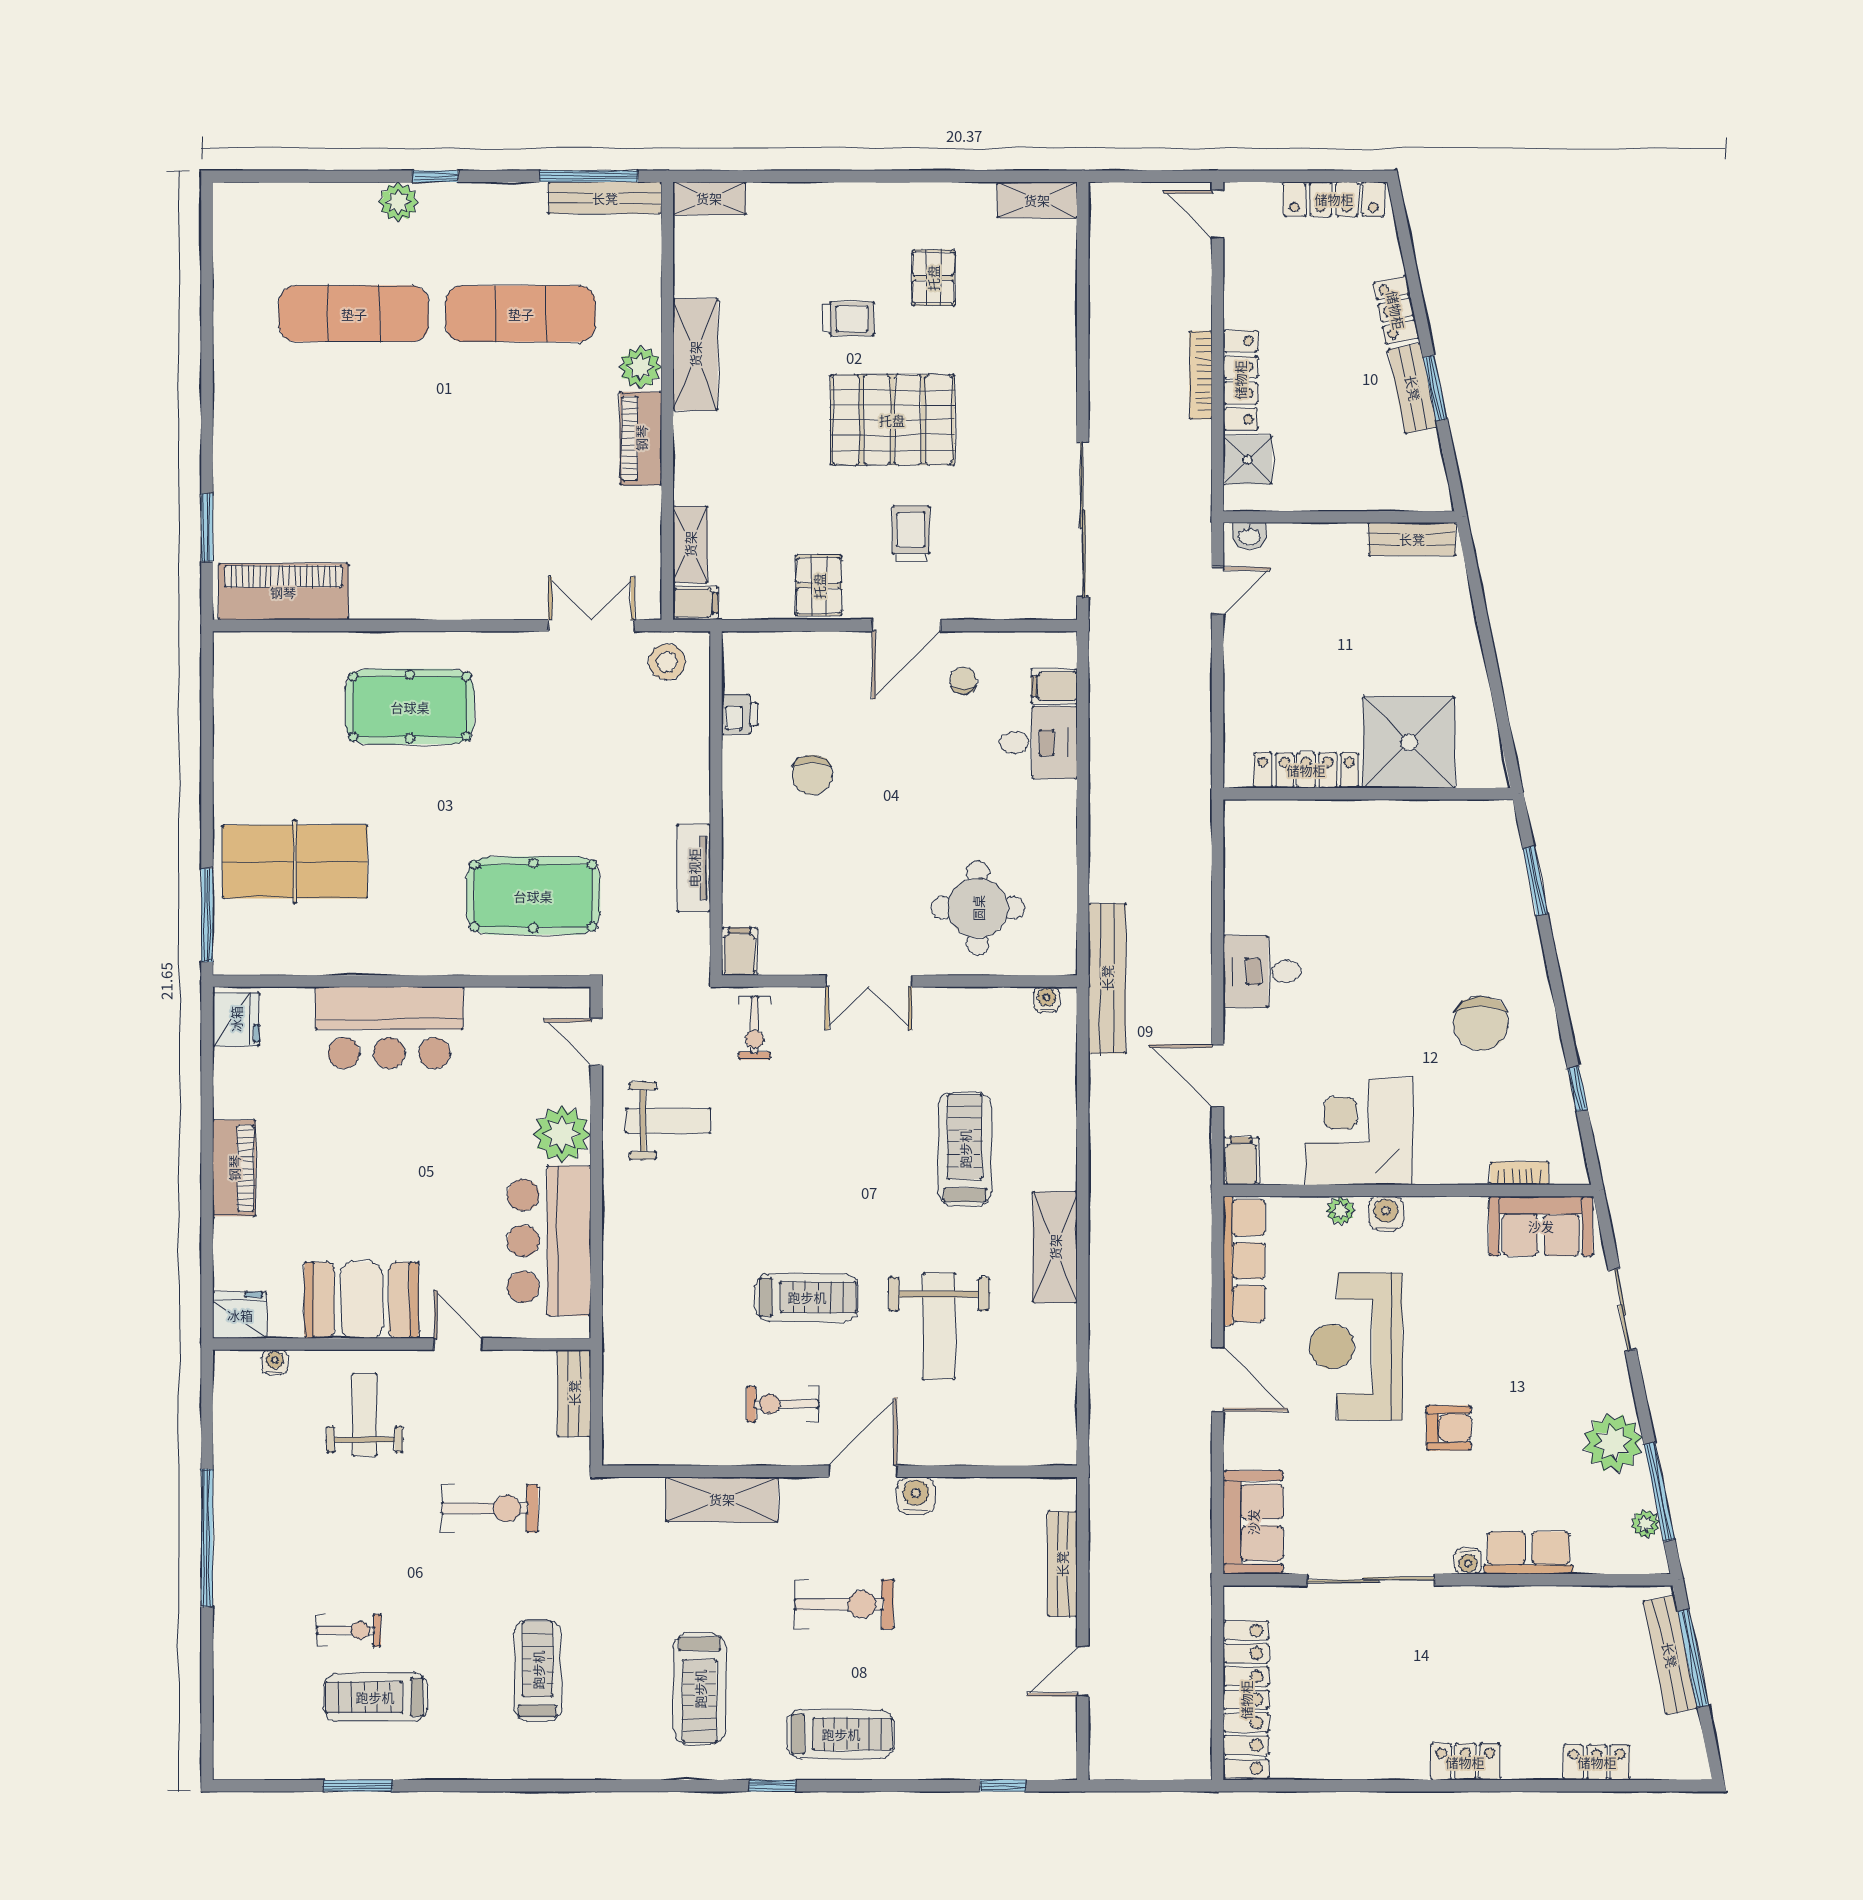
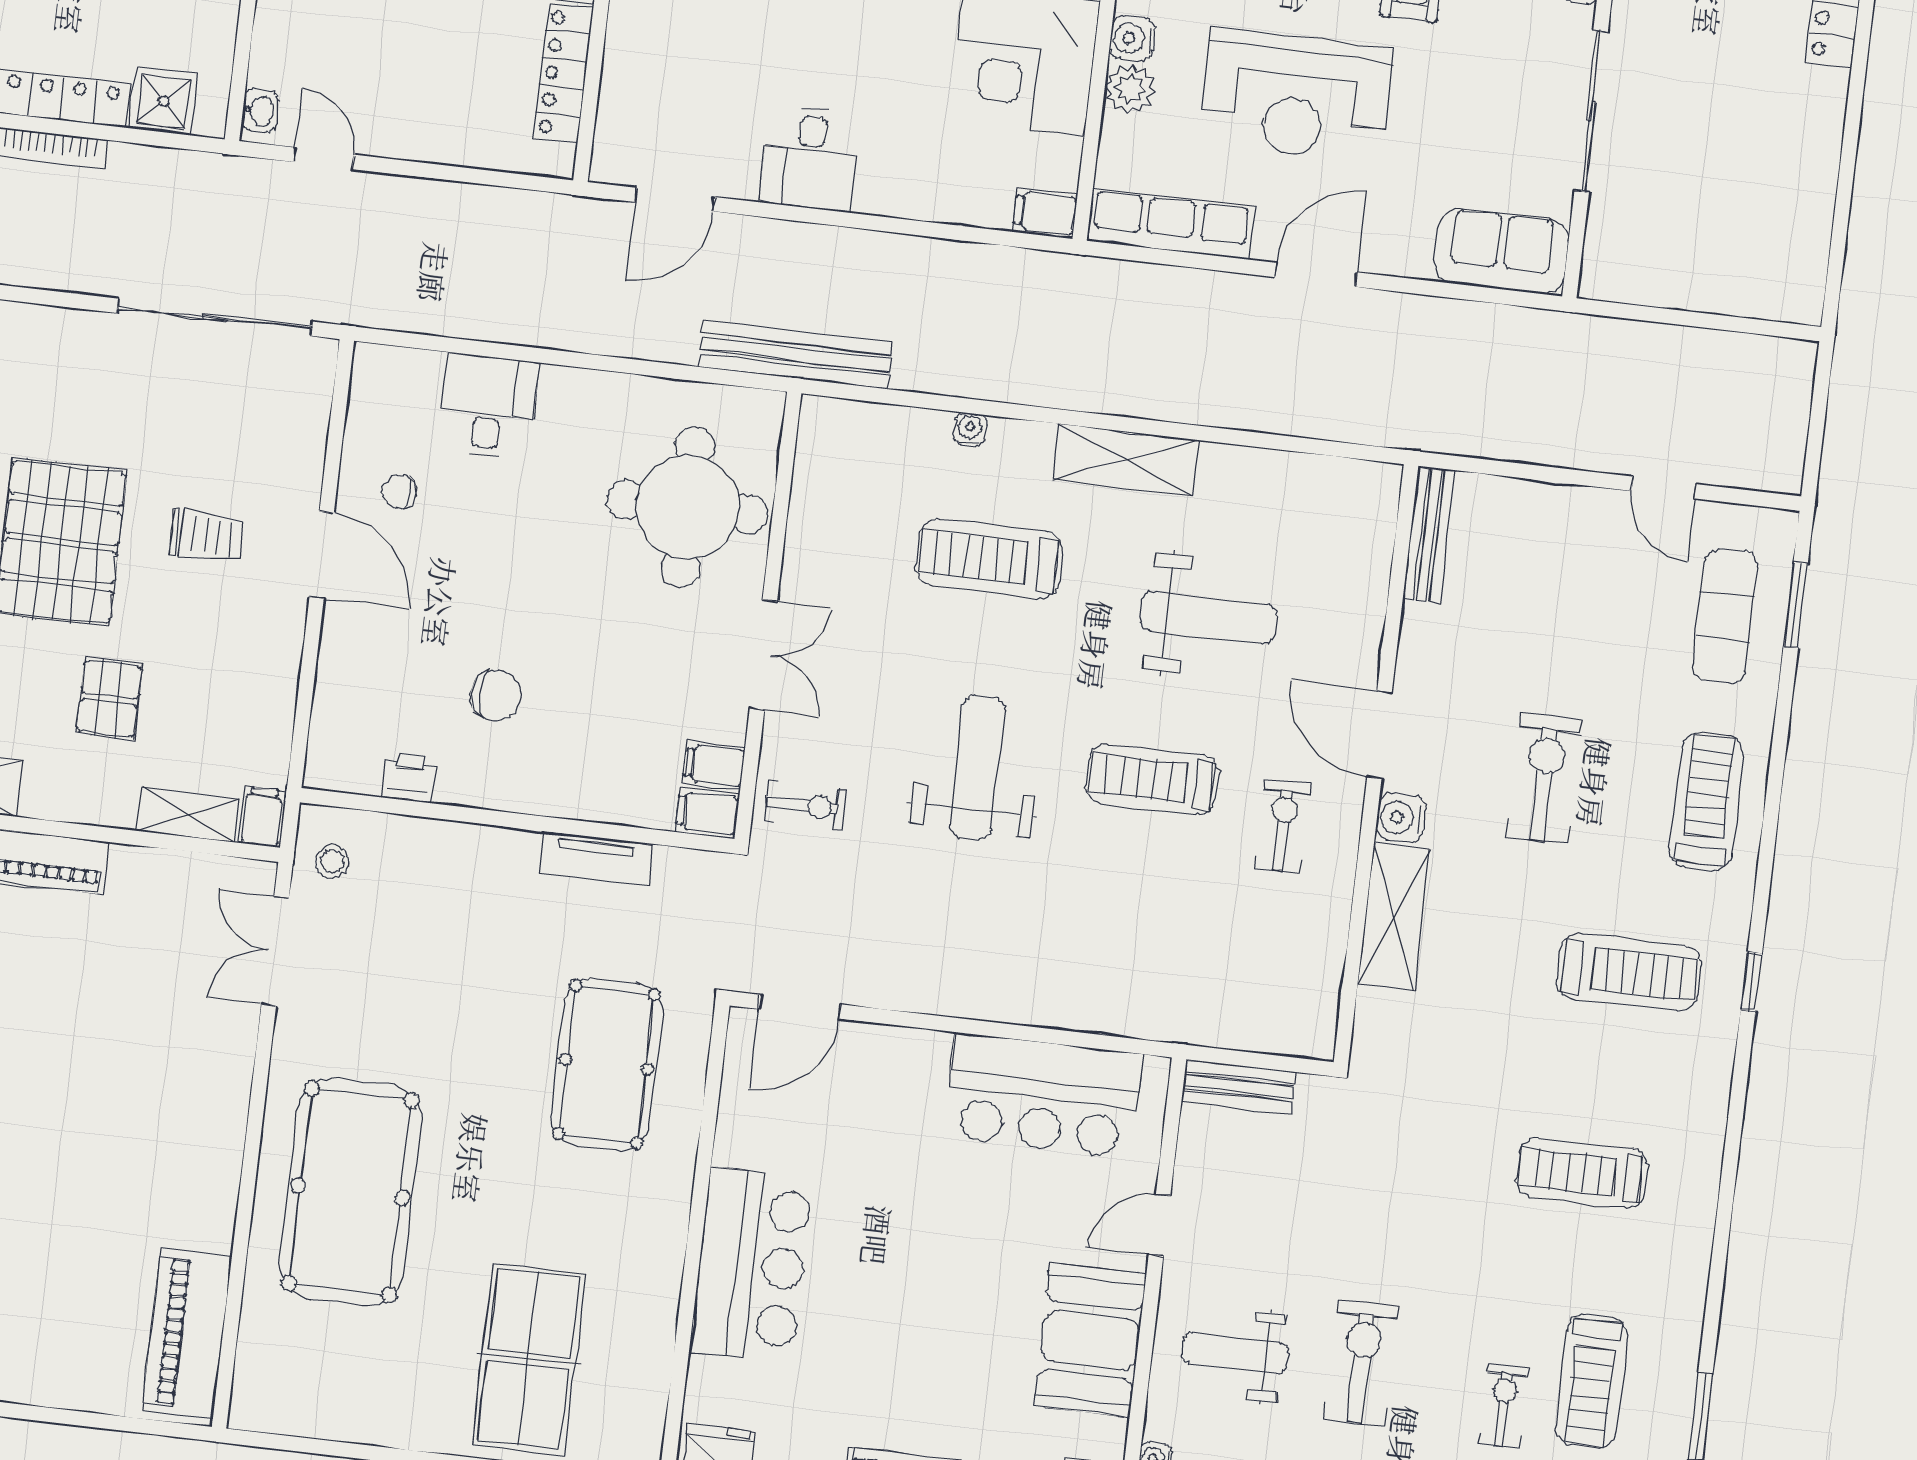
window: (207, 528) -> (95, 1420), removed
trolley: (911, 534) -> (207, 536), turned 180
pallet: (819, 586) -> (109, 699), moved, turned 90
stool: (667, 662) -> (332, 861), width x0.73, depth x0.73
filing cabinet: (1054, 686) -> (714, 765), moved, turned 90
pool table: (410, 707) -> (350, 1192), width x1.36, depth x1.32
round table: (978, 908) -> (688, 507), width x1.36, depth x1.36
water cooler: (1047, 999) -> (970, 429), moved, turned 90
door: (596, 1042) -> (800, 1007), width x1.38
door: (1218, 1076) -> (675, 199), moved
weight bench: (668, 1121) -> (977, 767), moved, width x1.36, depth x1.33
plant: (562, 1134) -> (911, 1064), removed
plant: (1341, 1211) -> (1130, 89), width x1.38, depth x1.38
treadmill: (807, 1297) -> (1152, 779), turned -90
exercise bike: (783, 1404) -> (1283, 826), turned 180
water cooler: (916, 1496) -> (1401, 818), moved
exercise bike: (490, 1508) -> (1361, 1362), moved
bench: (1062, 1564) -> (1429, 534), moved, turned 90
locker: (1246, 1700) -> (1723, 286), removed
exercise mat: (988, 1731) -> (1725, 616), added
window: (772, 1786) -> (1751, 982), moved
window: (1003, 1786) -> (1796, 605), width x1.50

